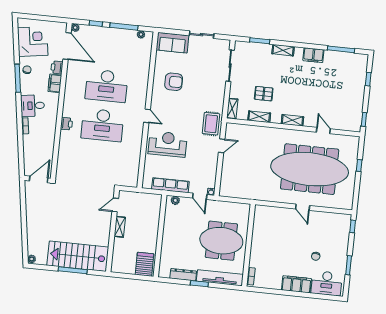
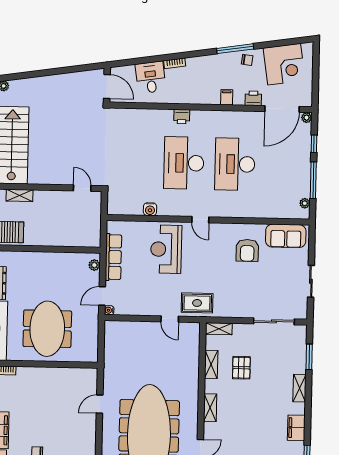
sofa: (172, 43) -> (286, 236), moved, turned -90
filing cabinet: (55, 83) -> (227, 97), width x0.50
desk: (33, 106) -> (151, 77), moved
door: (147, 116) -> (200, 220), hinge flipped
reception desk: (168, 144) -> (166, 249), turned 180
water cooler: (136, 154) -> (150, 209), added
door: (303, 207) -> (100, 404), moved
shelving: (120, 227) -> (19, 195), moved

